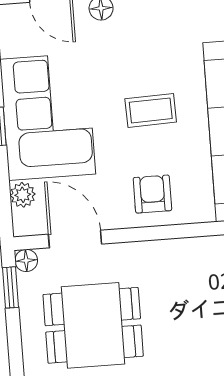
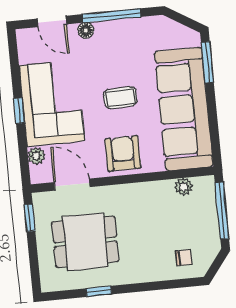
armchair: (152, 194) -> (123, 153), width x1.38, depth x1.38
floor lamp: (26, 260) -> (40, 200), removed

